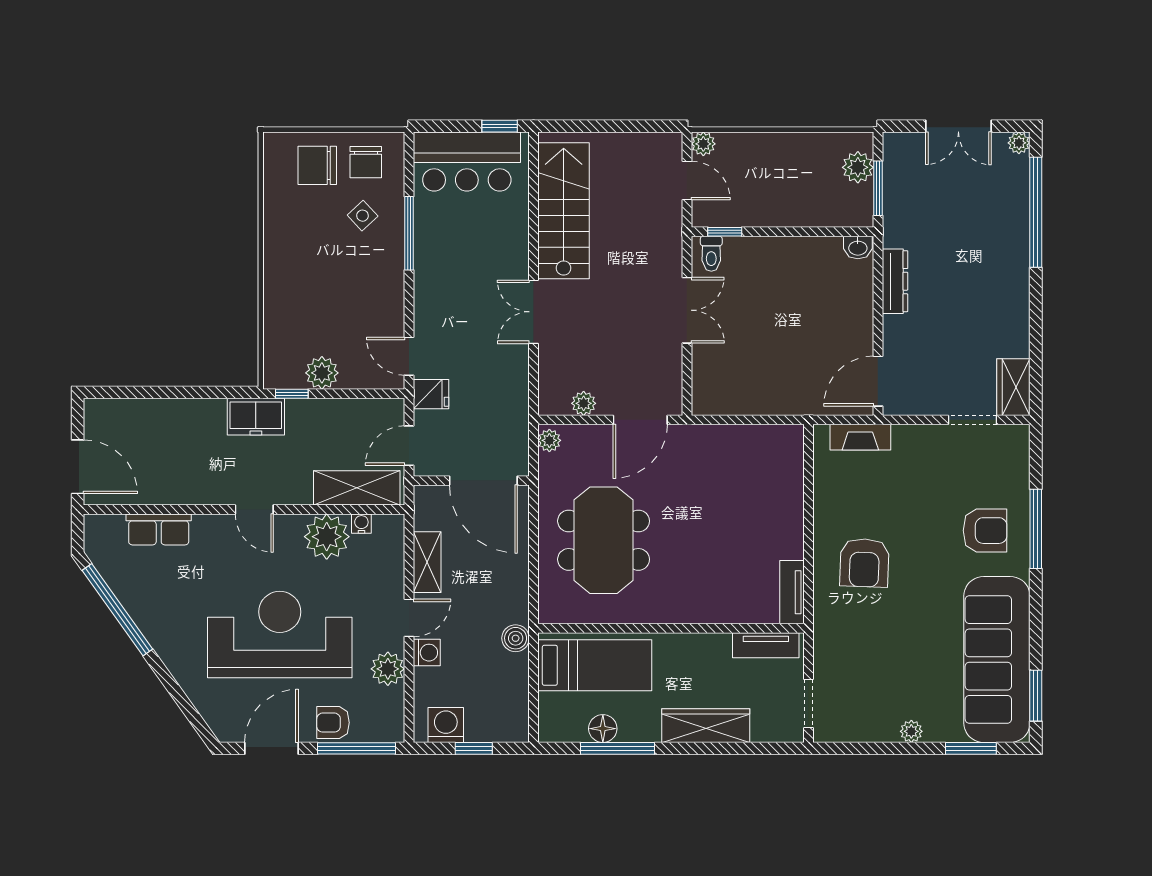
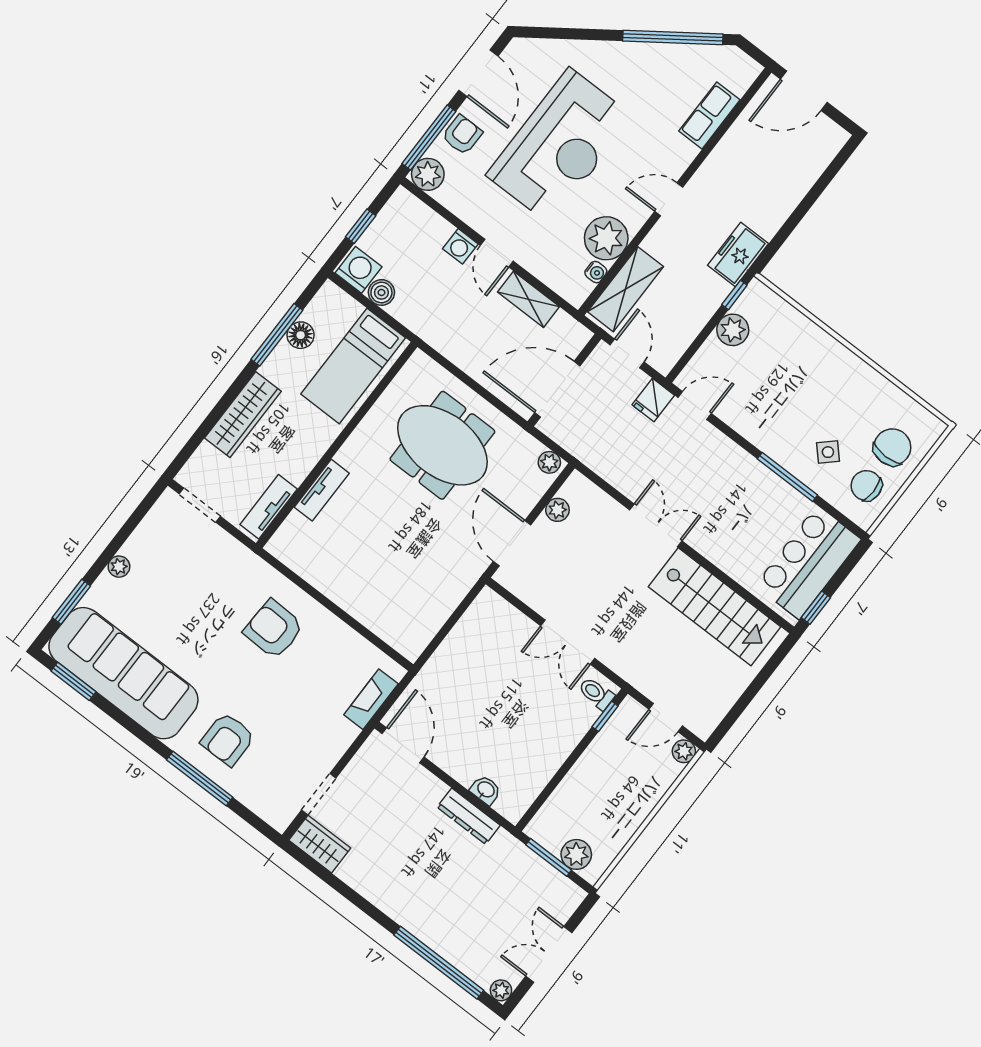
washbasin: (858, 247) -> (486, 790), moved, turned 90
tv unit: (792, 592) -> (322, 490), moved, turned 90
boiler: (516, 638) -> (381, 292), moved
plant: (388, 669) -> (428, 174), moved
washing machine: (446, 725) -> (358, 270), moved, turned -90

